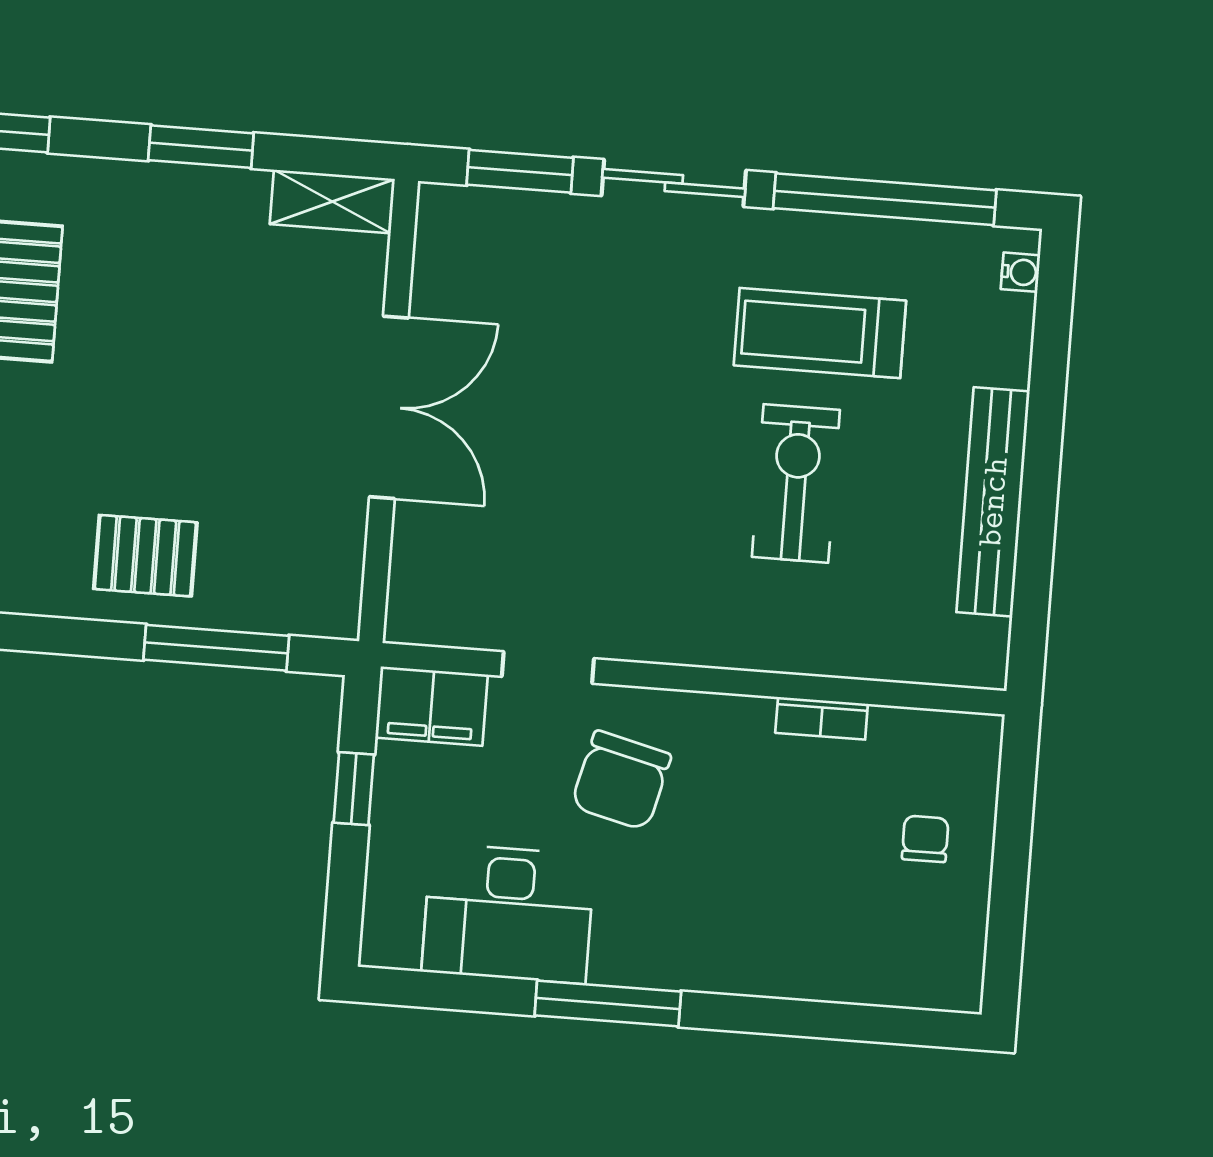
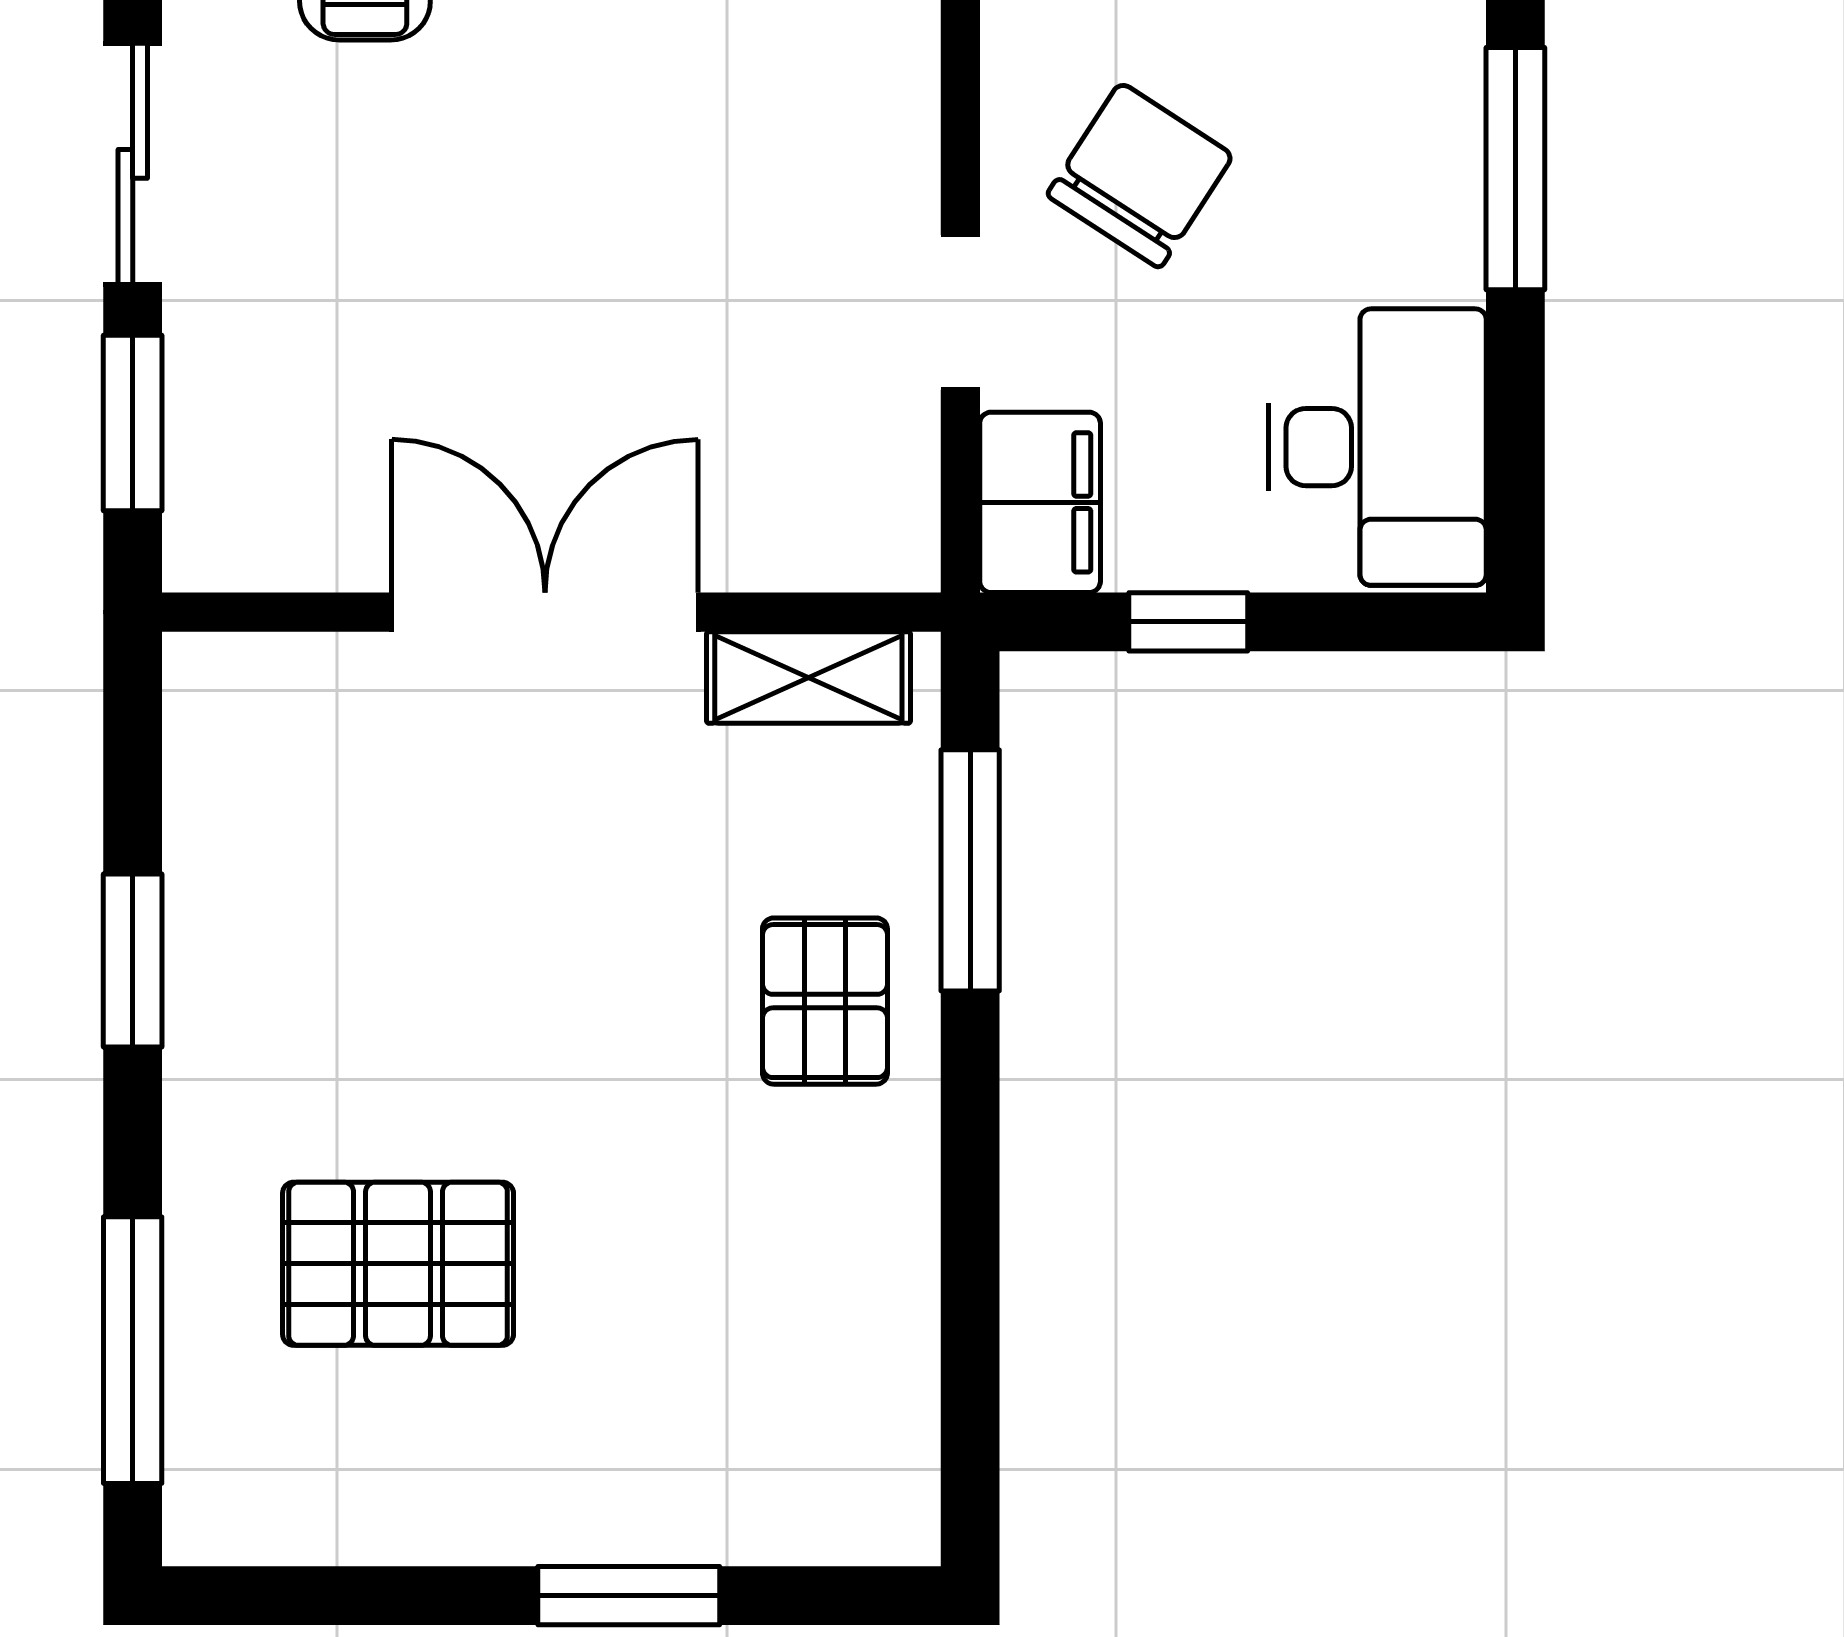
shelving: (332, 202) -> (808, 677), moved, turned 90
chair: (621, 780) -> (1140, 175), turned -71
desk: (508, 913) -> (1377, 447), moved

